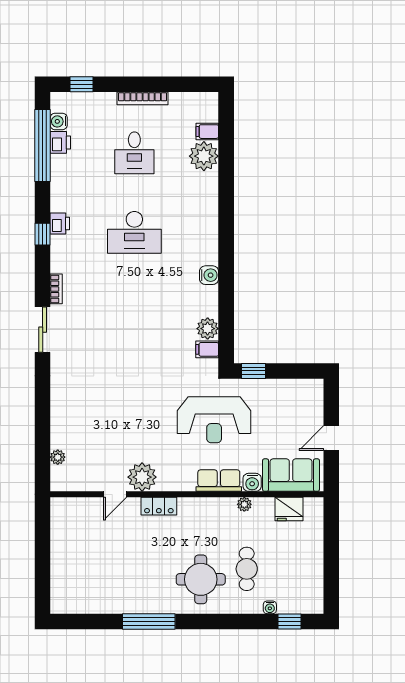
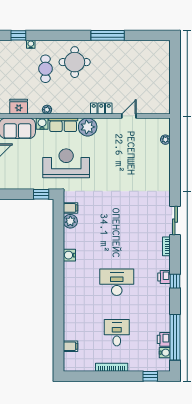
plant: (204, 156) -> (73, 331), removed
printer: (60, 223) -> (164, 277), moved
plant: (142, 477) -> (88, 127), moved

